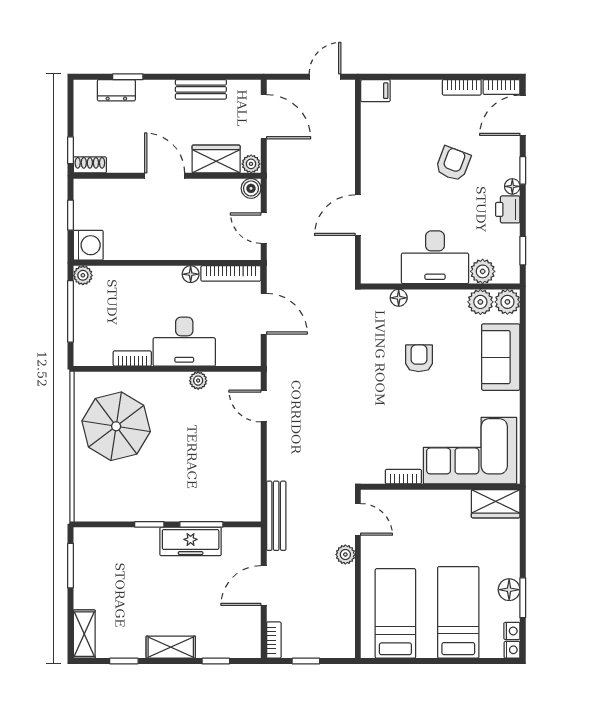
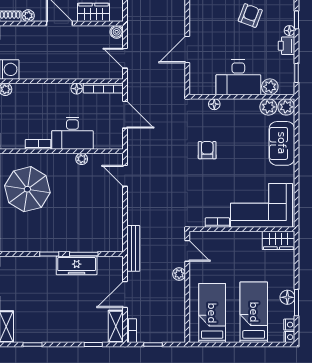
plant: (251, 164) -> (28, 16), moved
armchair: (419, 358) -> (207, 150), moved
shelving: (171, 647) -> (116, 326), moved, turned 90

